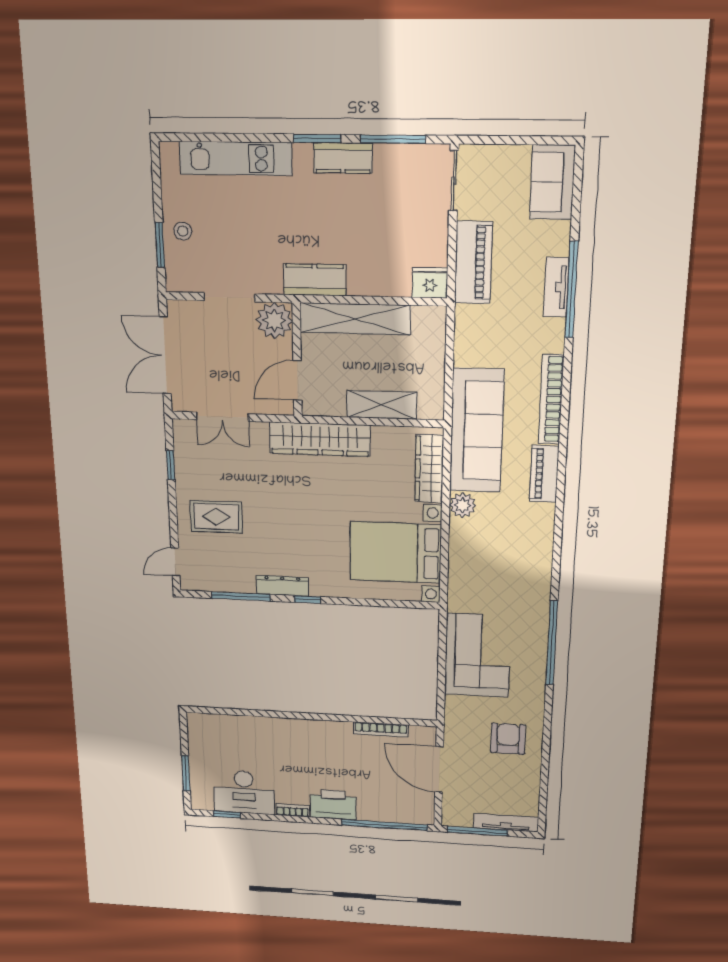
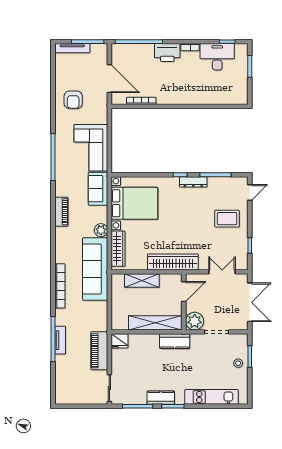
sofa: (552, 182) -> (98, 189), moved, turned 180
piano: (544, 474) -> (61, 212), moved

